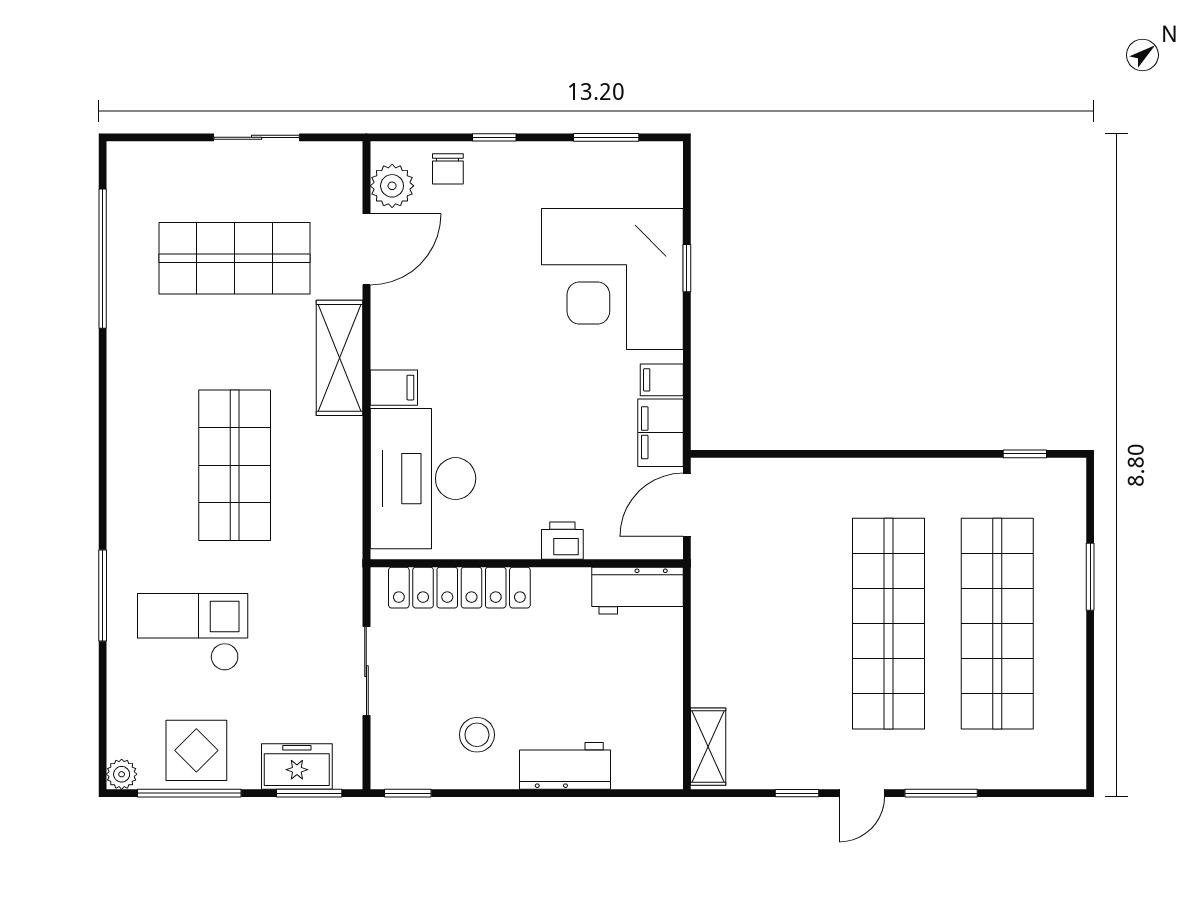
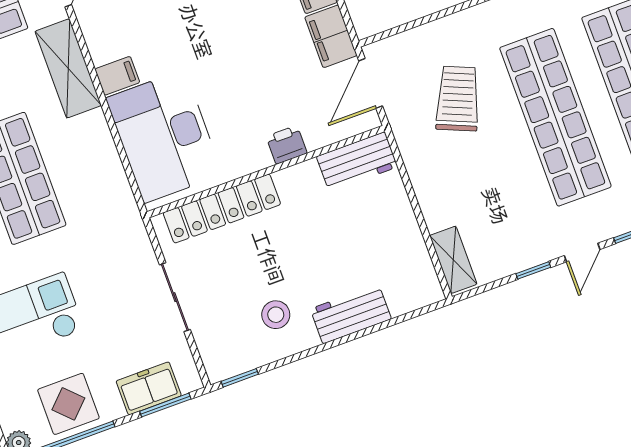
trolley: (782, 560) -> (458, 99), added

